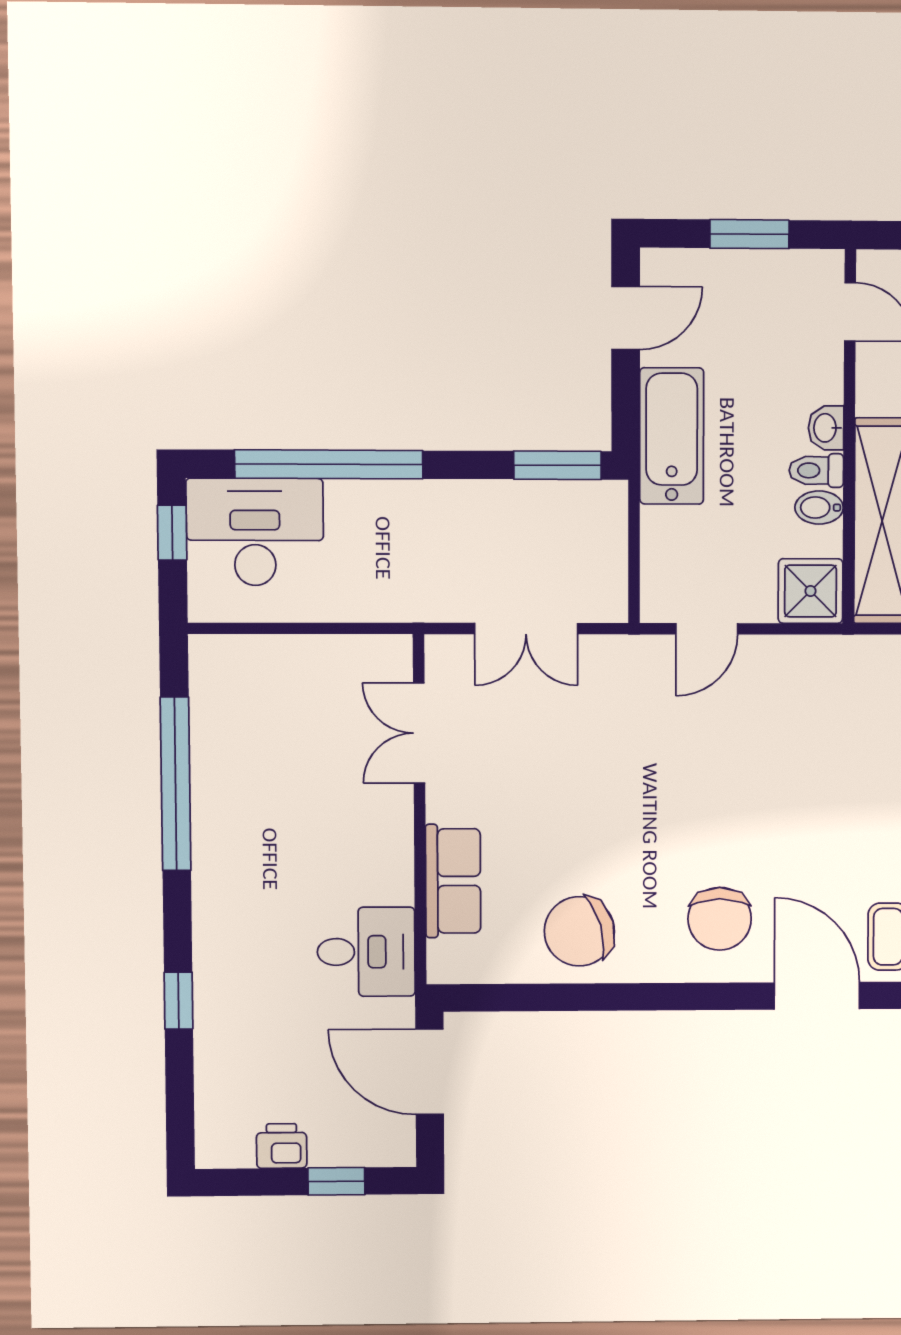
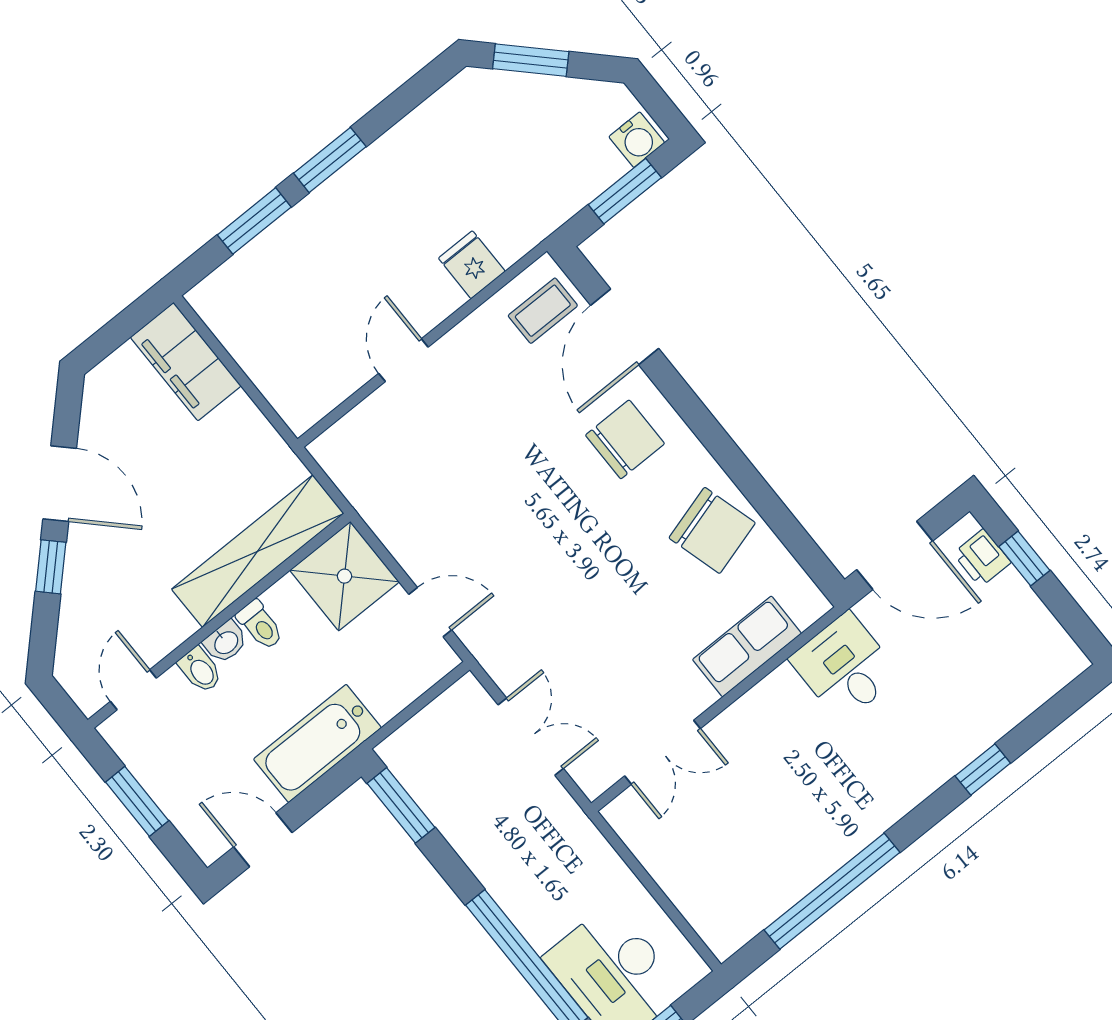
bidet: (819, 508) -> (200, 670), moved
shower: (811, 591) -> (344, 576), width x1.36, depth x1.36
door: (430, 1072) -> (895, 555), hinge flipped
printer: (282, 1146) -> (982, 558), moved

